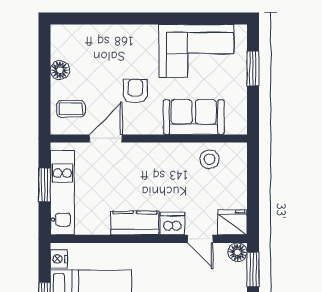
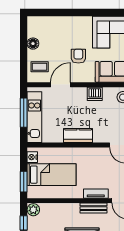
window: (44, 185) -> (24, 113), width x1.44
dishwasher: (172, 224) -> (95, 94), moved, turned 180

